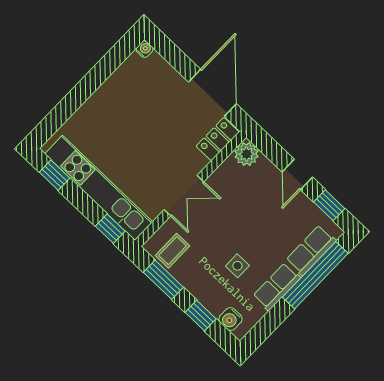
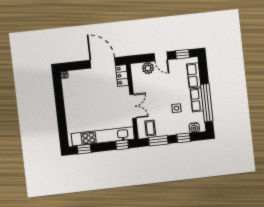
plant: (247, 154) -> (148, 68), moved
window: (315, 275) -> (207, 103), moved

